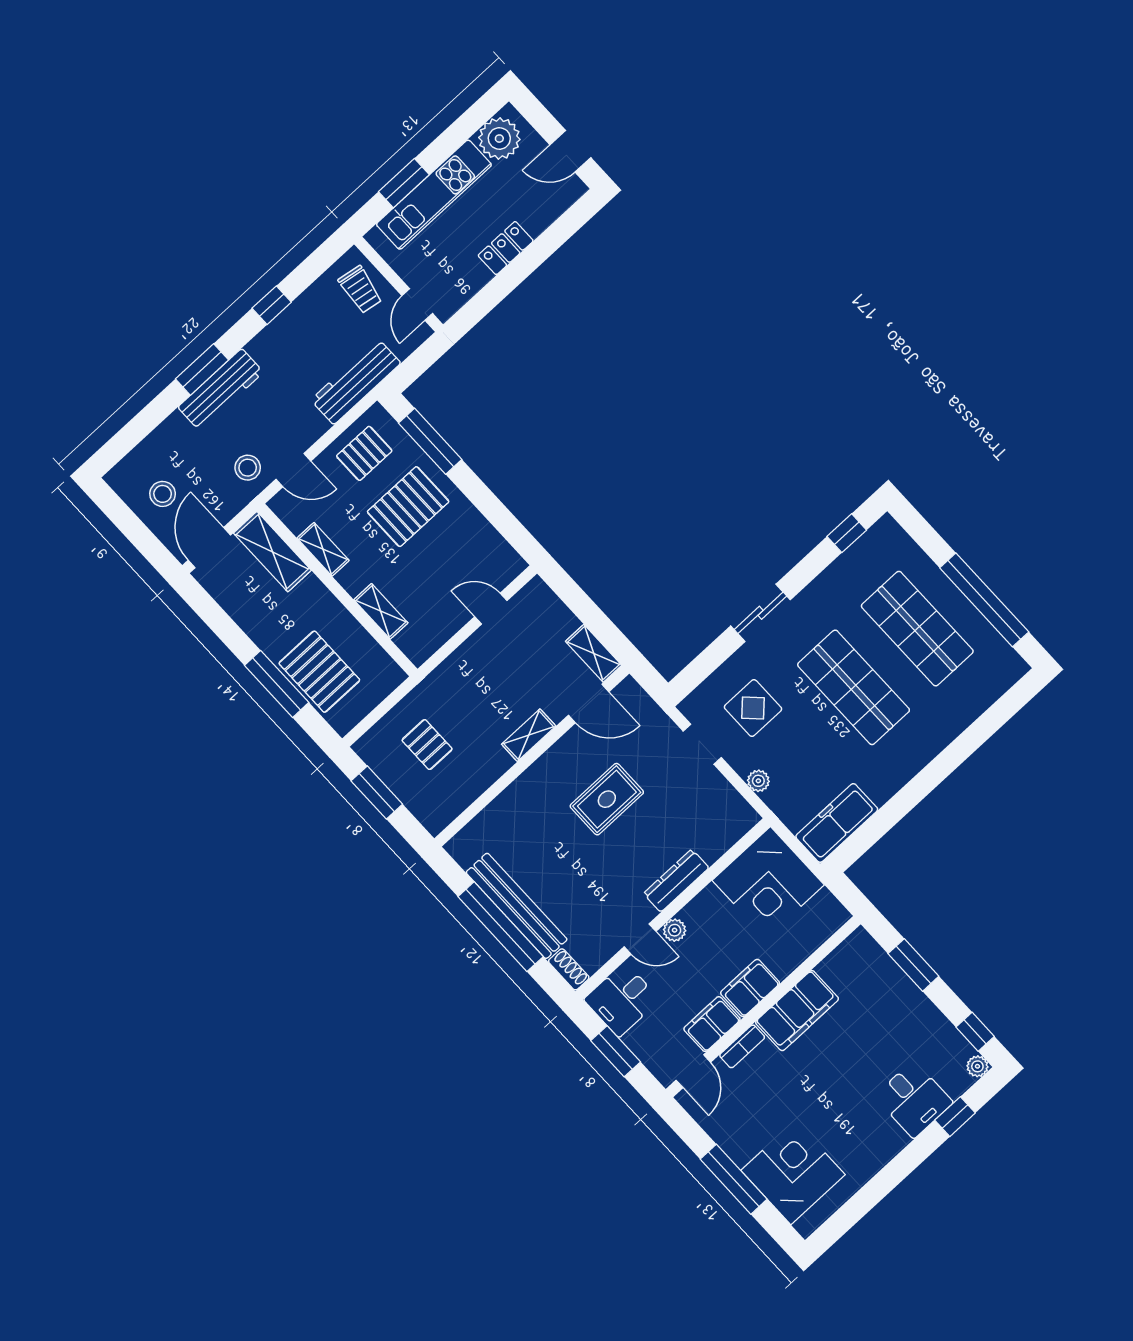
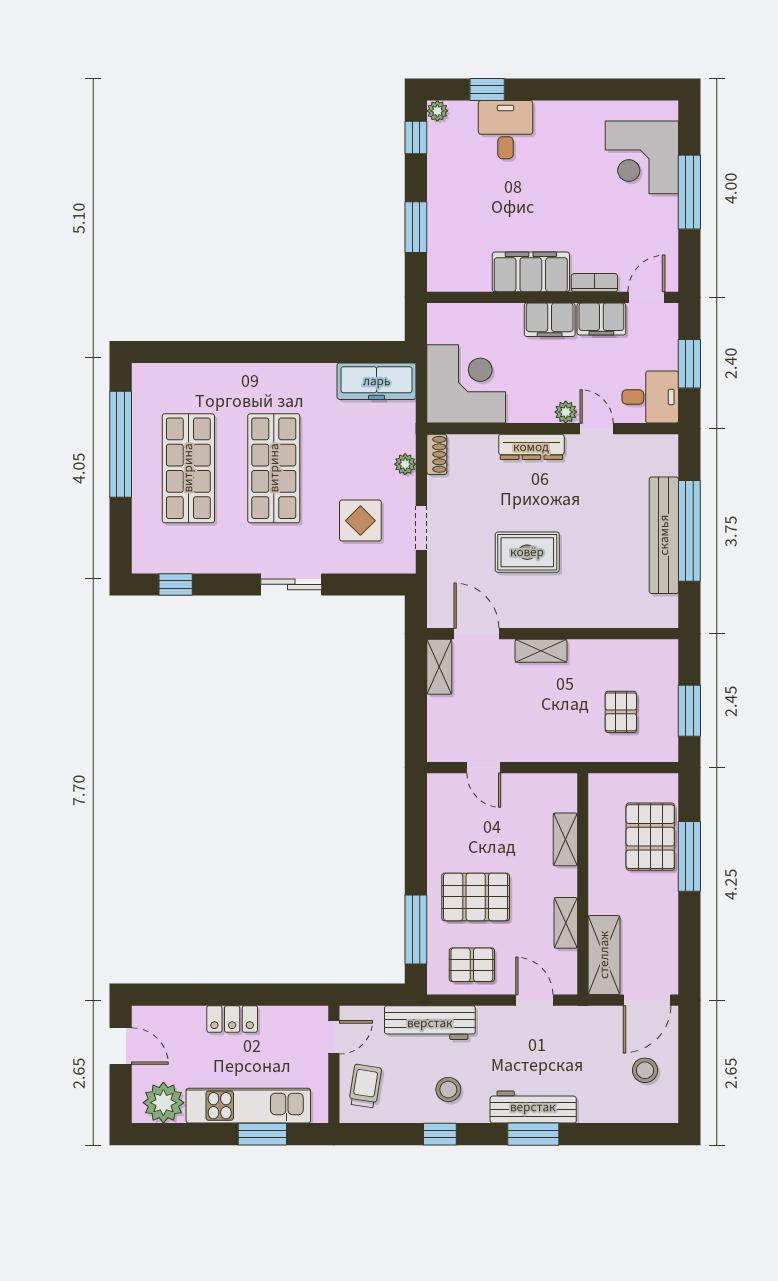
stool: (248, 468) -> (448, 1089), moved
shoe rack: (569, 969) -> (437, 454), moved, turned 180

